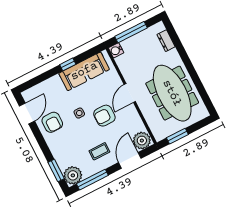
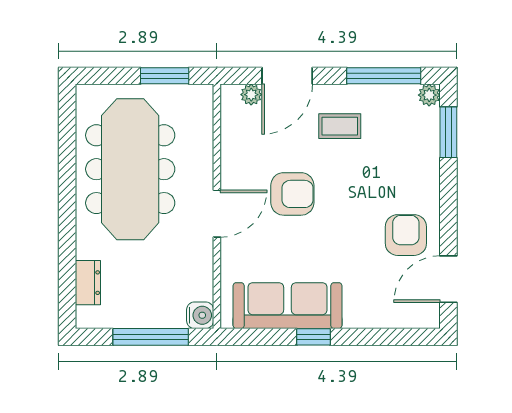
side table: (79, 113) -> (341, 226), removed
plant: (142, 141) -> (251, 95), width x0.53, depth x0.53
plant: (73, 175) -> (429, 95), width x0.53, depth x0.53

